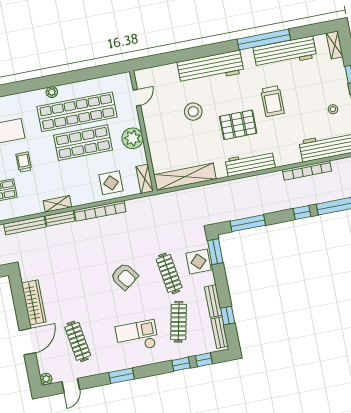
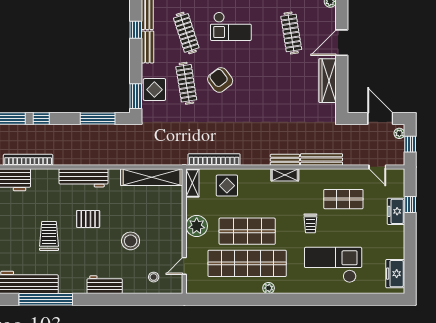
workbench: (211, 67) -> (105, 285), width x0.53, depth x0.76
stool: (164, 81) -> (154, 277), added
pallet: (238, 125) -> (88, 219), width x0.67, depth x0.71
bookcase: (100, 211) -> (214, 159), moved
armchair: (124, 276) -> (220, 80), moved
clothes rail: (179, 322) -> (186, 33), turned -30

